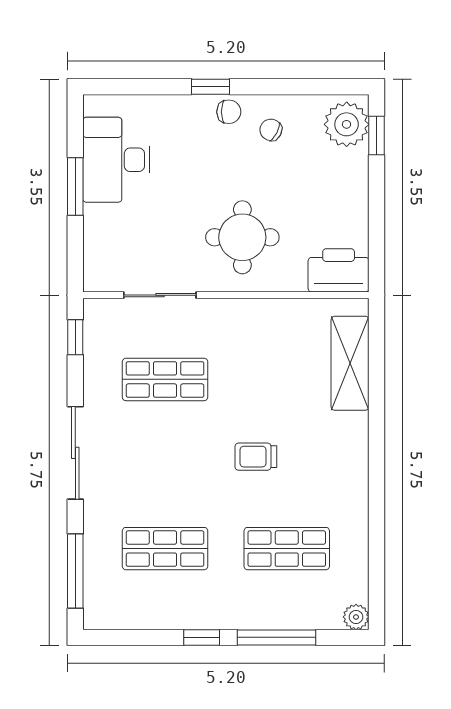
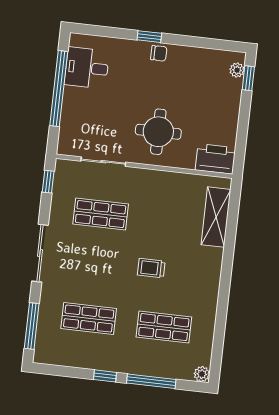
plant: (347, 124) -> (237, 70), width x0.53, depth x0.53
chair: (271, 130) -> (183, 67), removed
desk: (116, 160) -> (87, 68), width x0.73
window: (75, 186) -> (59, 89), width x2.11

